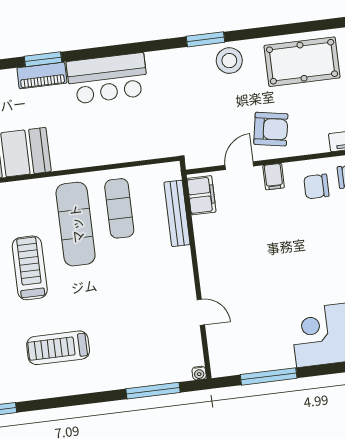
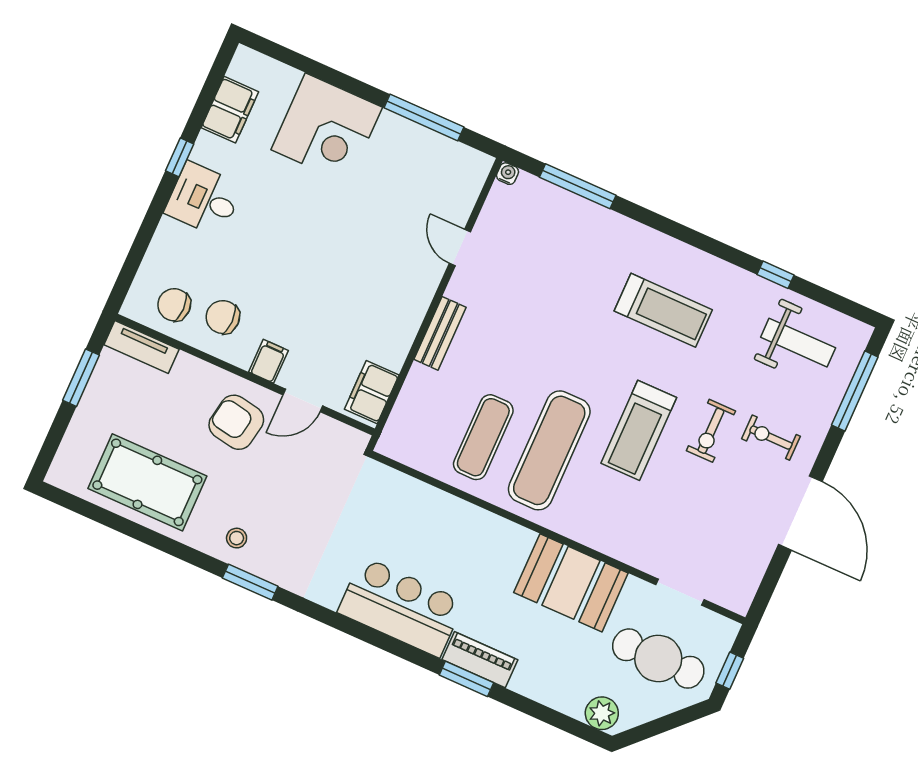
stool: (229, 61) -> (237, 538), width x0.53, depth x0.53
chair: (316, 186) -> (223, 317), turned 180
bench: (177, 213) -> (440, 333), moved, width x0.73

